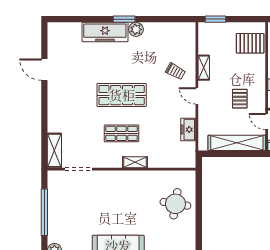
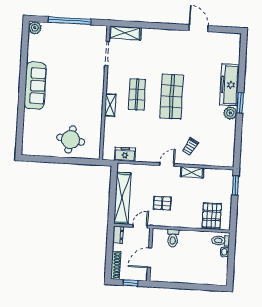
door: (44, 70) -> (199, 28), hinge flipped
freezer: (188, 130) -> (125, 154), moved

